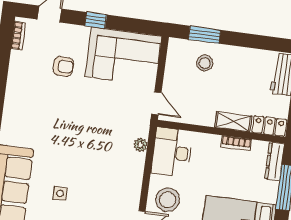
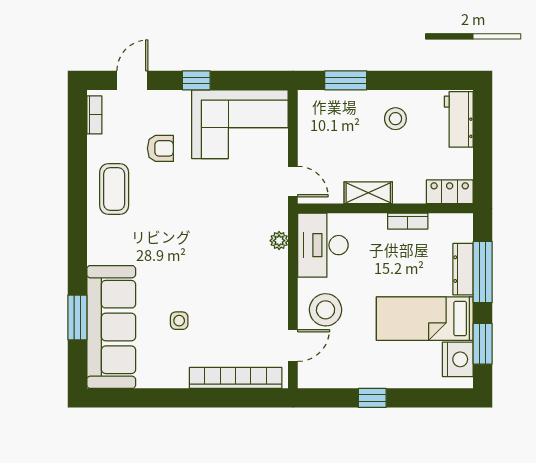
stool: (205, 63) -> (395, 119), moved
coffee table: (26, 91) -> (114, 189), added
shelving: (233, 122) -> (368, 193), moved
dresser: (275, 161) -> (463, 269), moved

